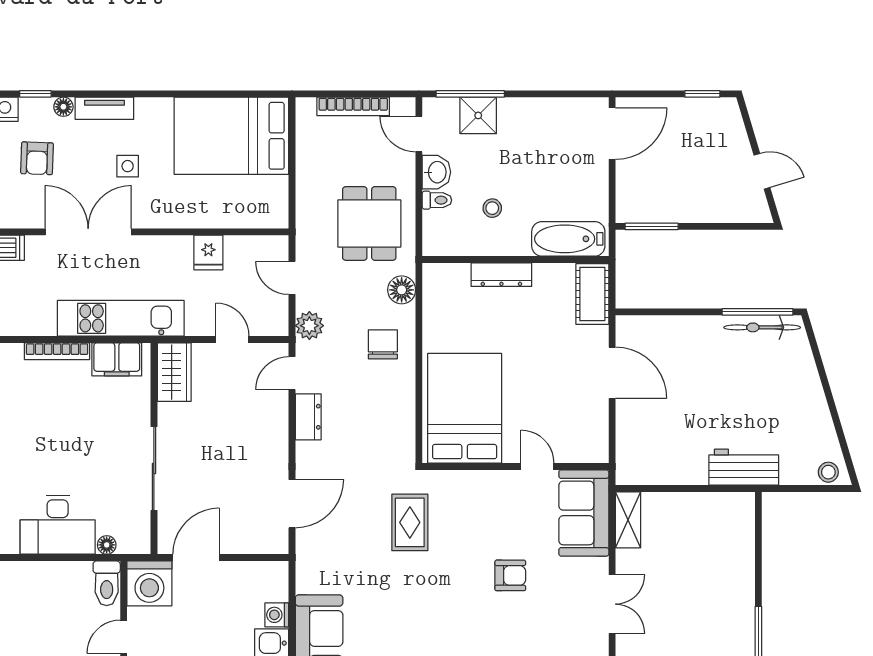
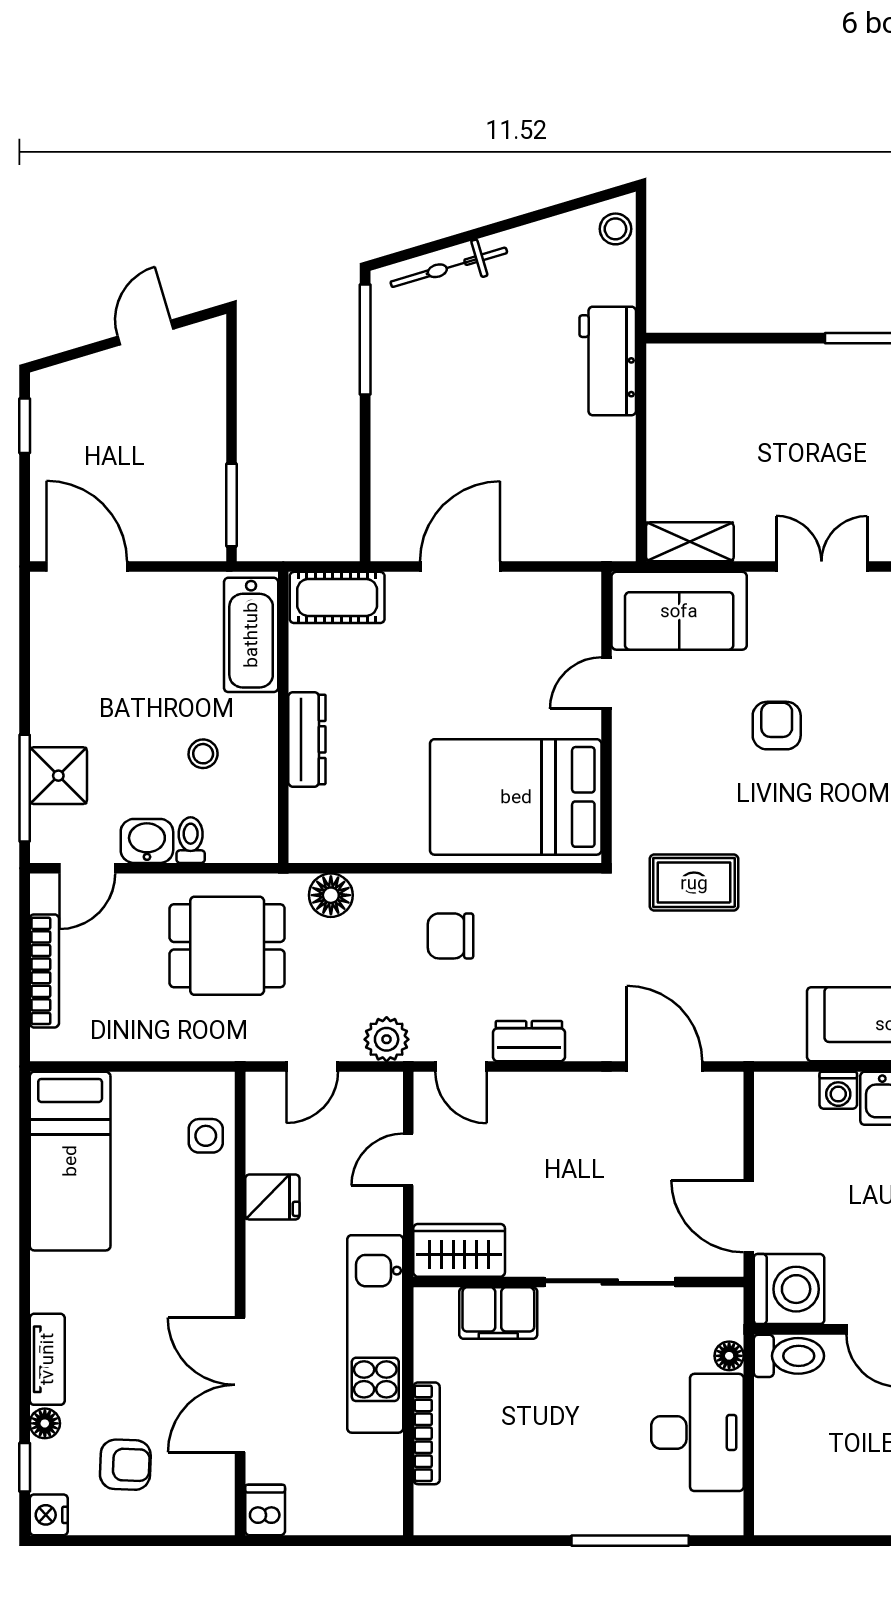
bed: (231, 136) -> (70, 1161), width x0.67
side table: (128, 166) -> (206, 1136), moved
bicycle: (762, 327) -> (449, 267), moved, turned 73
chair: (383, 344) -> (451, 936), moved
filing cabinet: (117, 359) -> (498, 1313), moved, turned 90

